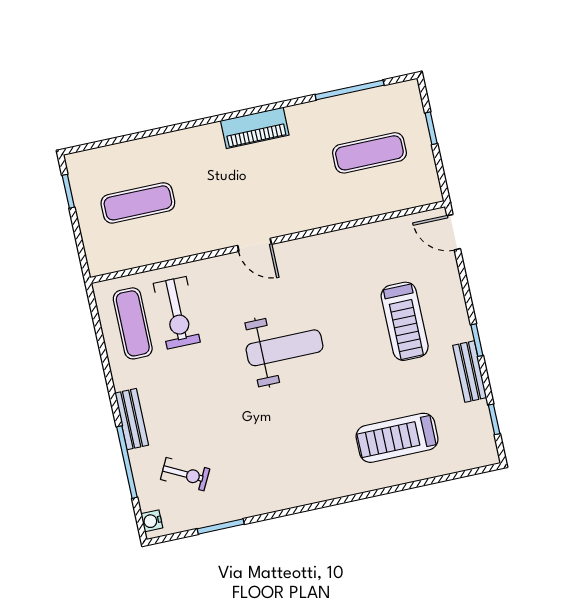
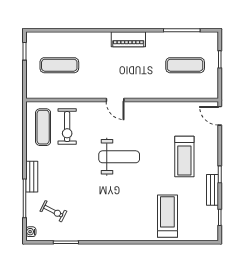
treadmill: (397, 438) -> (167, 216), turned 90

